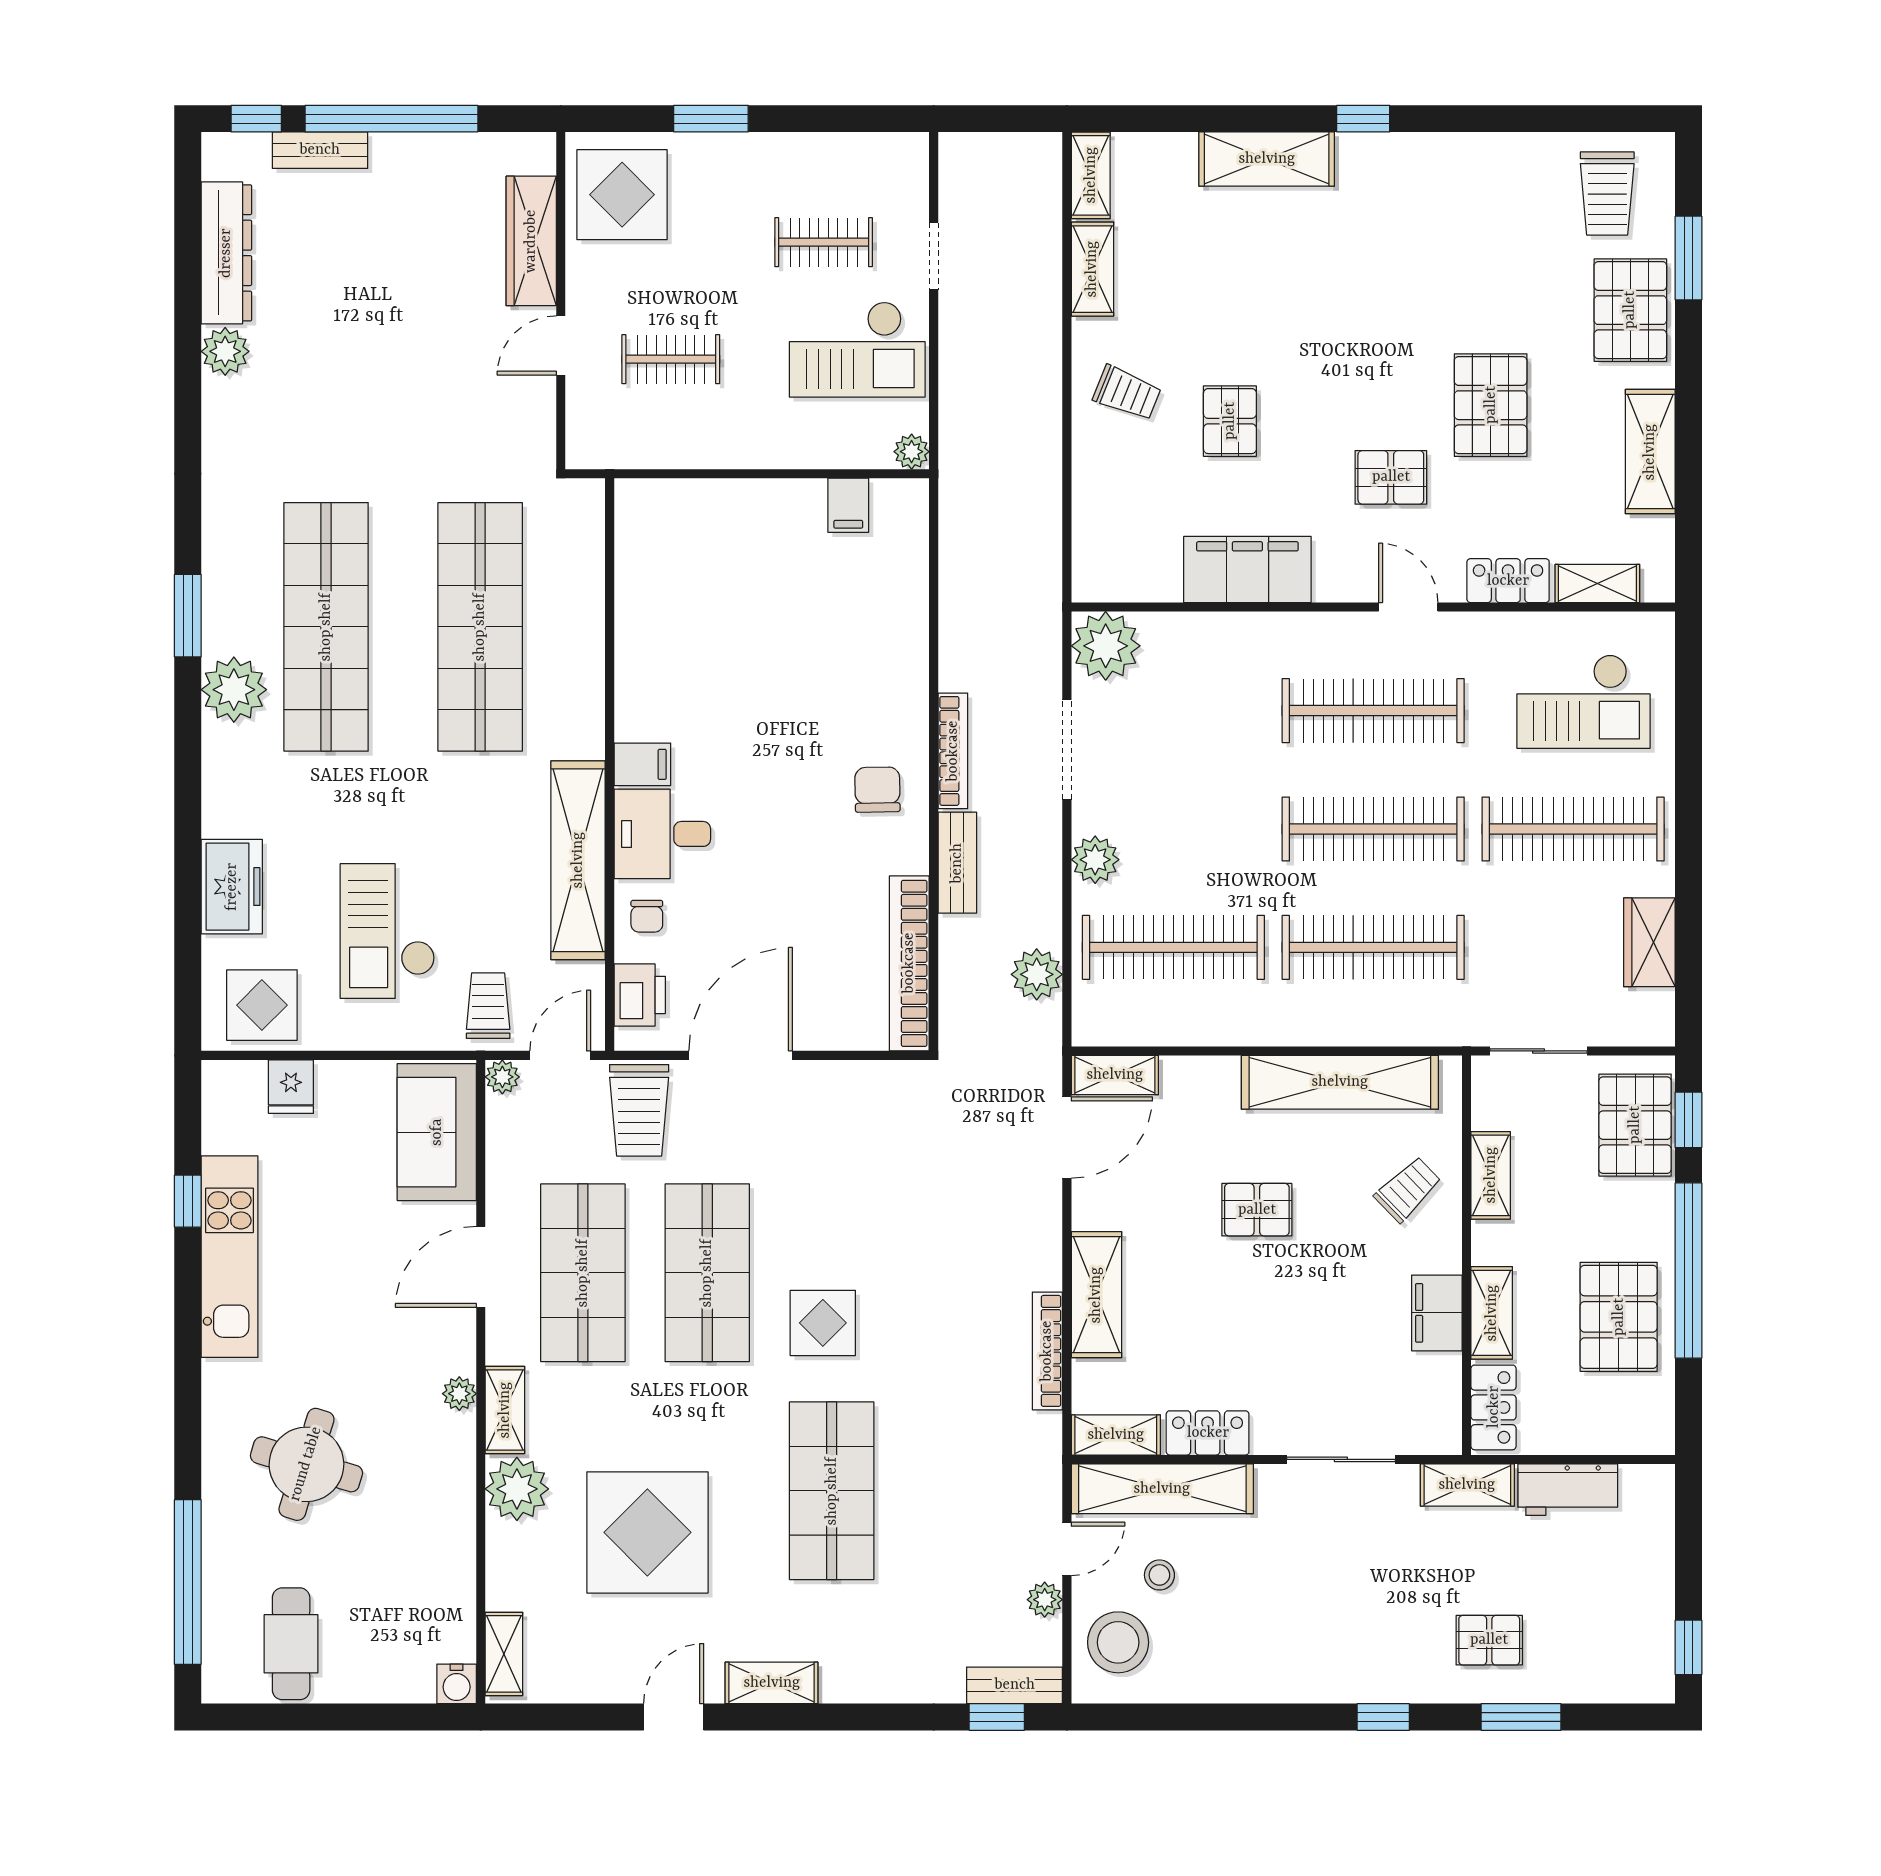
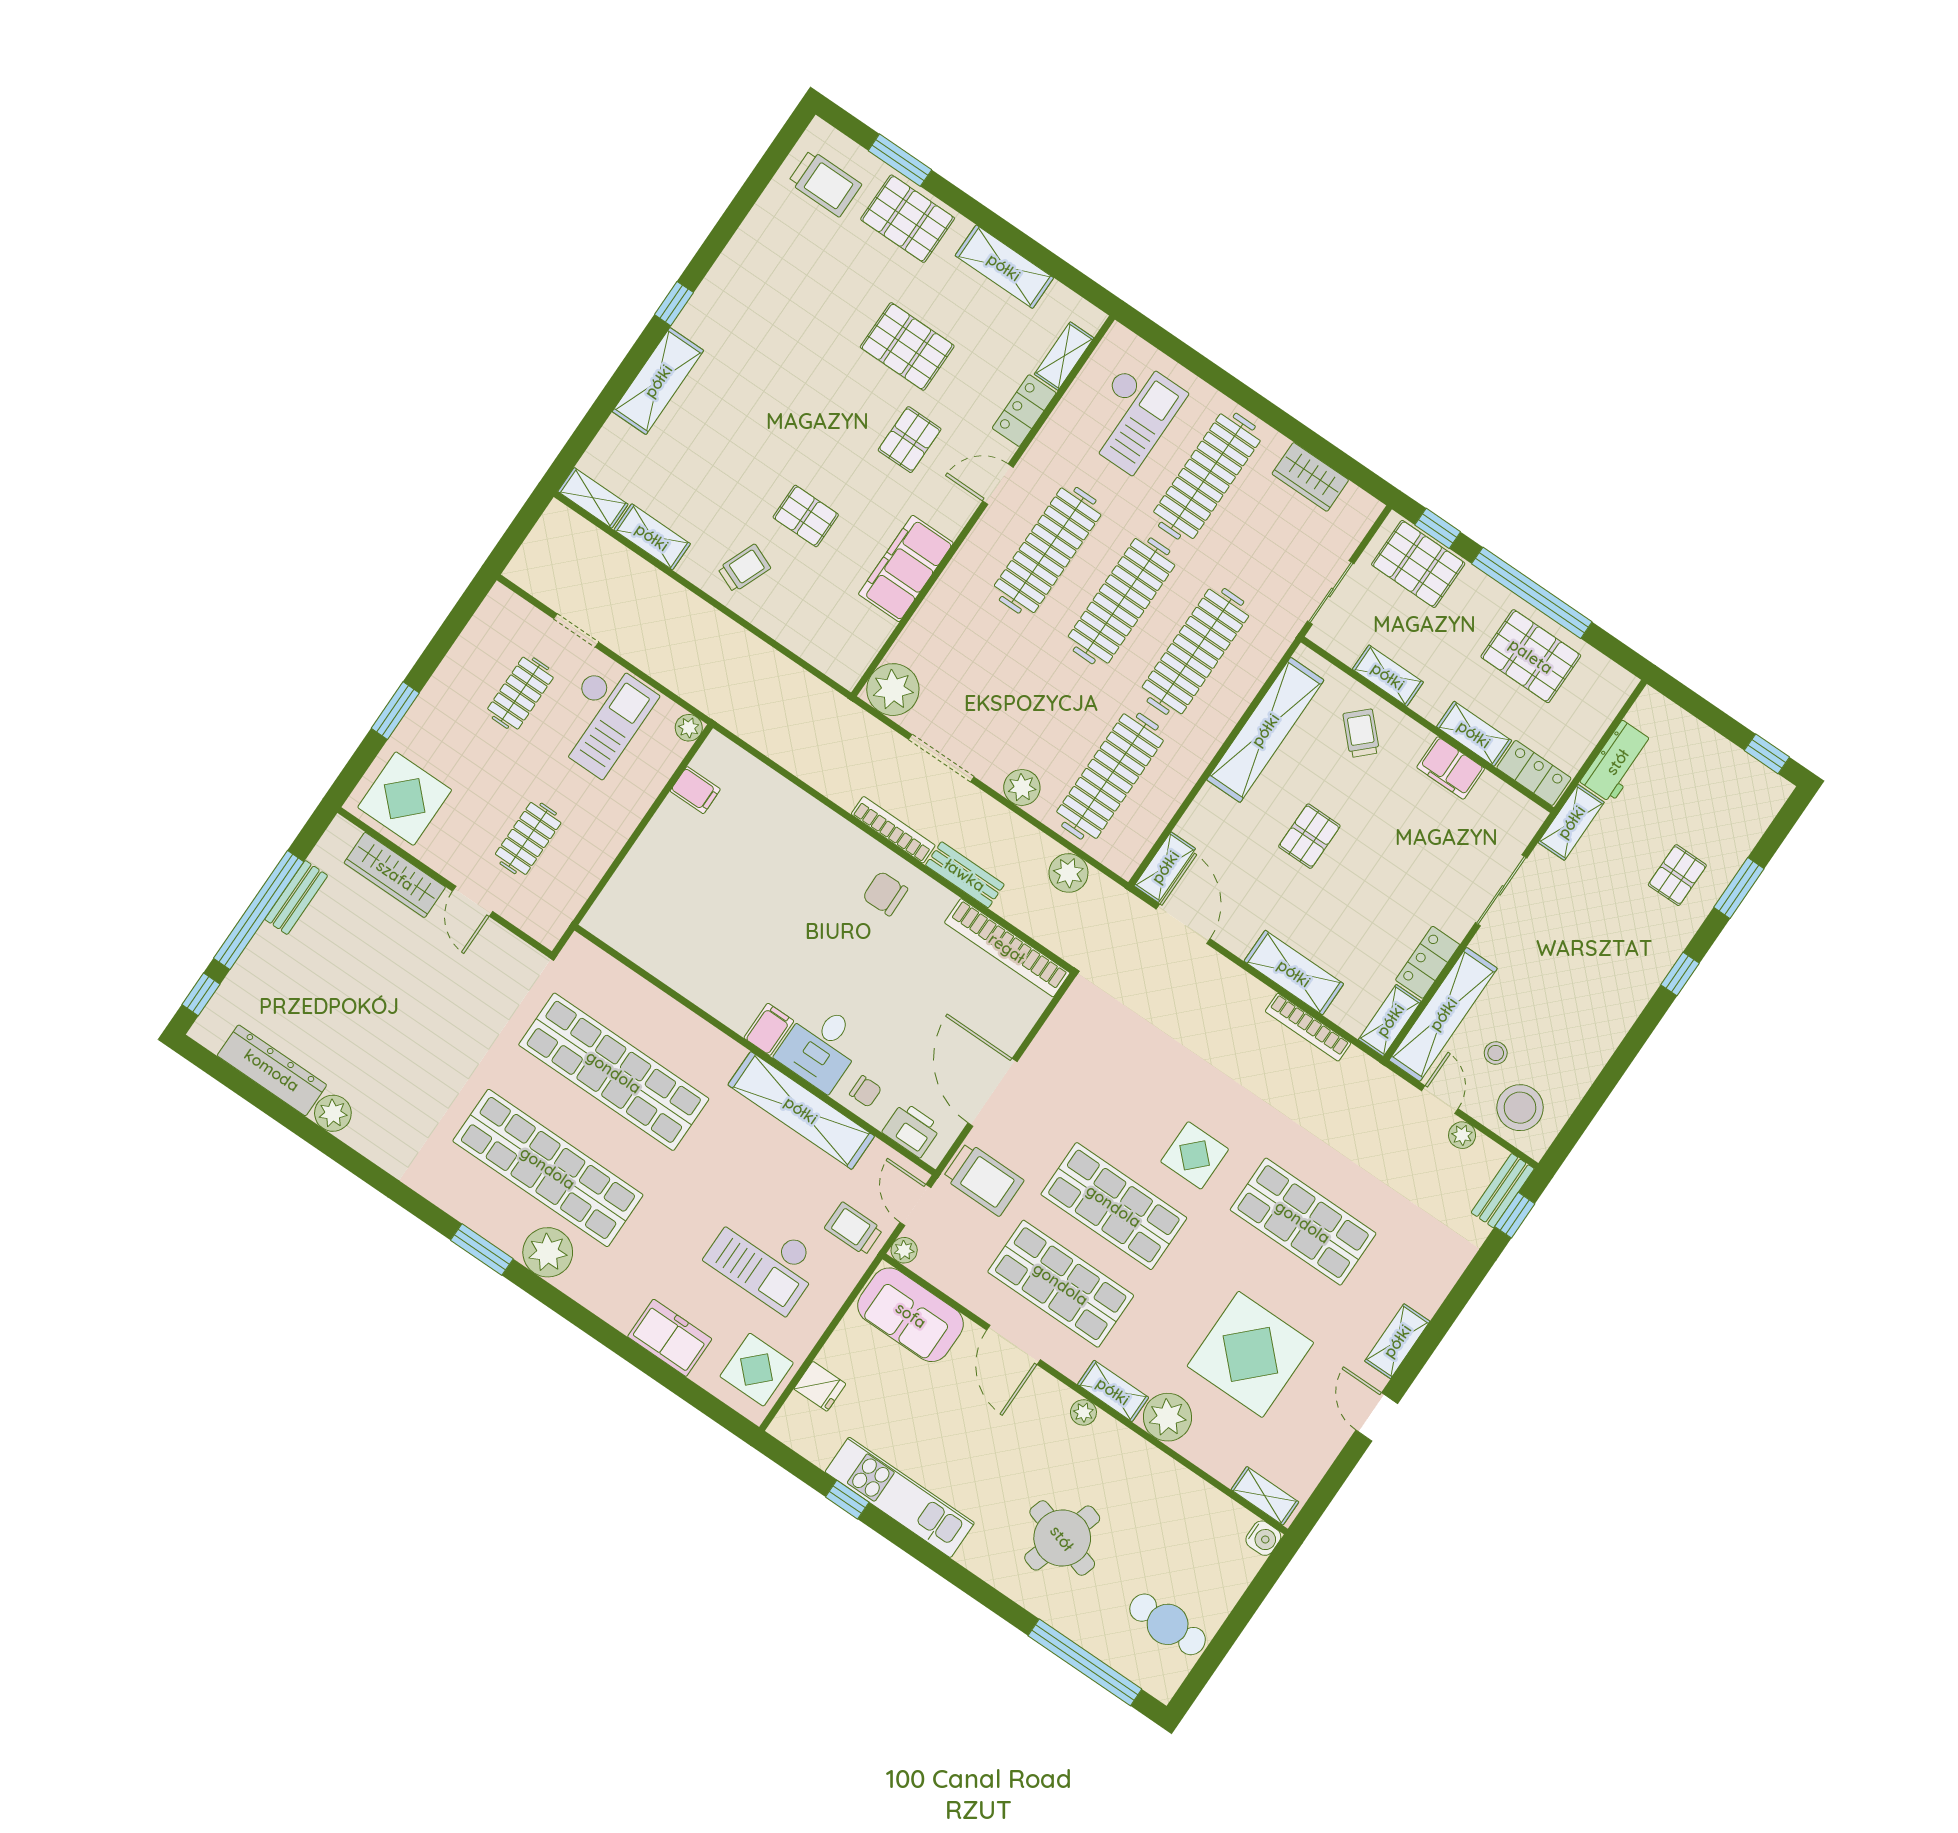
bench: (320, 150) -> (296, 897), moved

